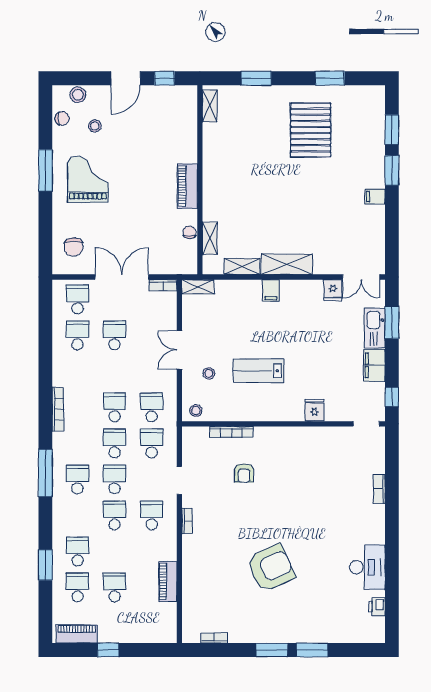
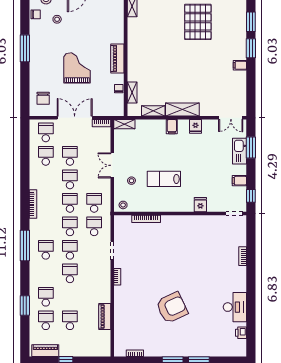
grand piano: (88, 179) -> (77, 68), moved
fridge: (333, 290) -> (195, 126), moved
filing cabinet: (374, 365) -> (239, 181), width x0.50
armchair: (244, 473) -> (154, 246), removed
school desk: (152, 515) -> (70, 179), moved

